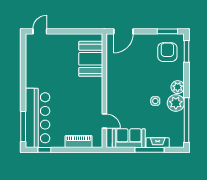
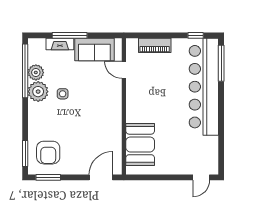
plant: (178, 87) -> (36, 72), moved
bar counter: (38, 118) -> (204, 87), width x1.36

